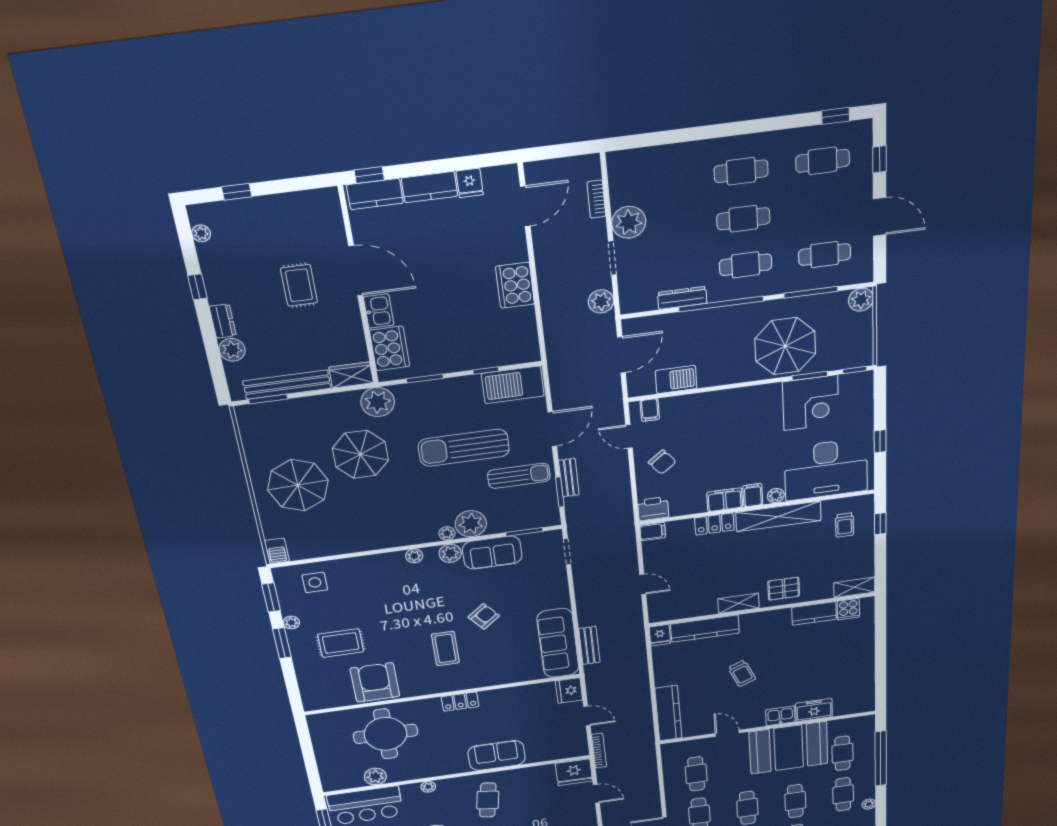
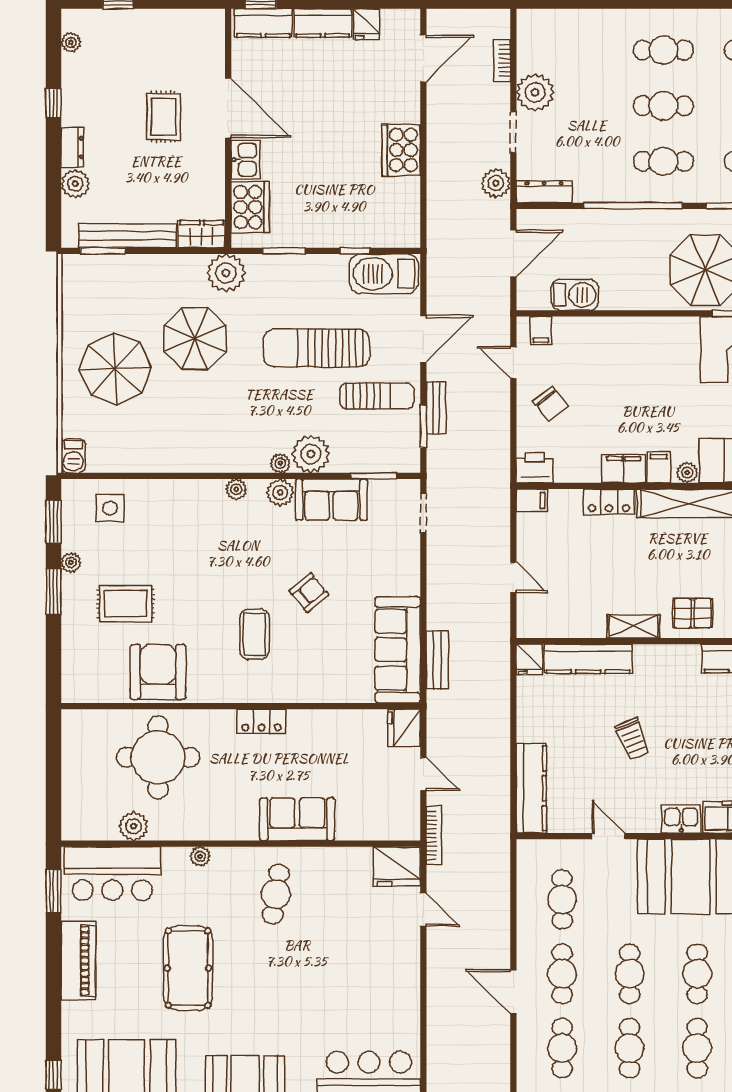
dresser: (682, 298) -> (544, 192), moved

